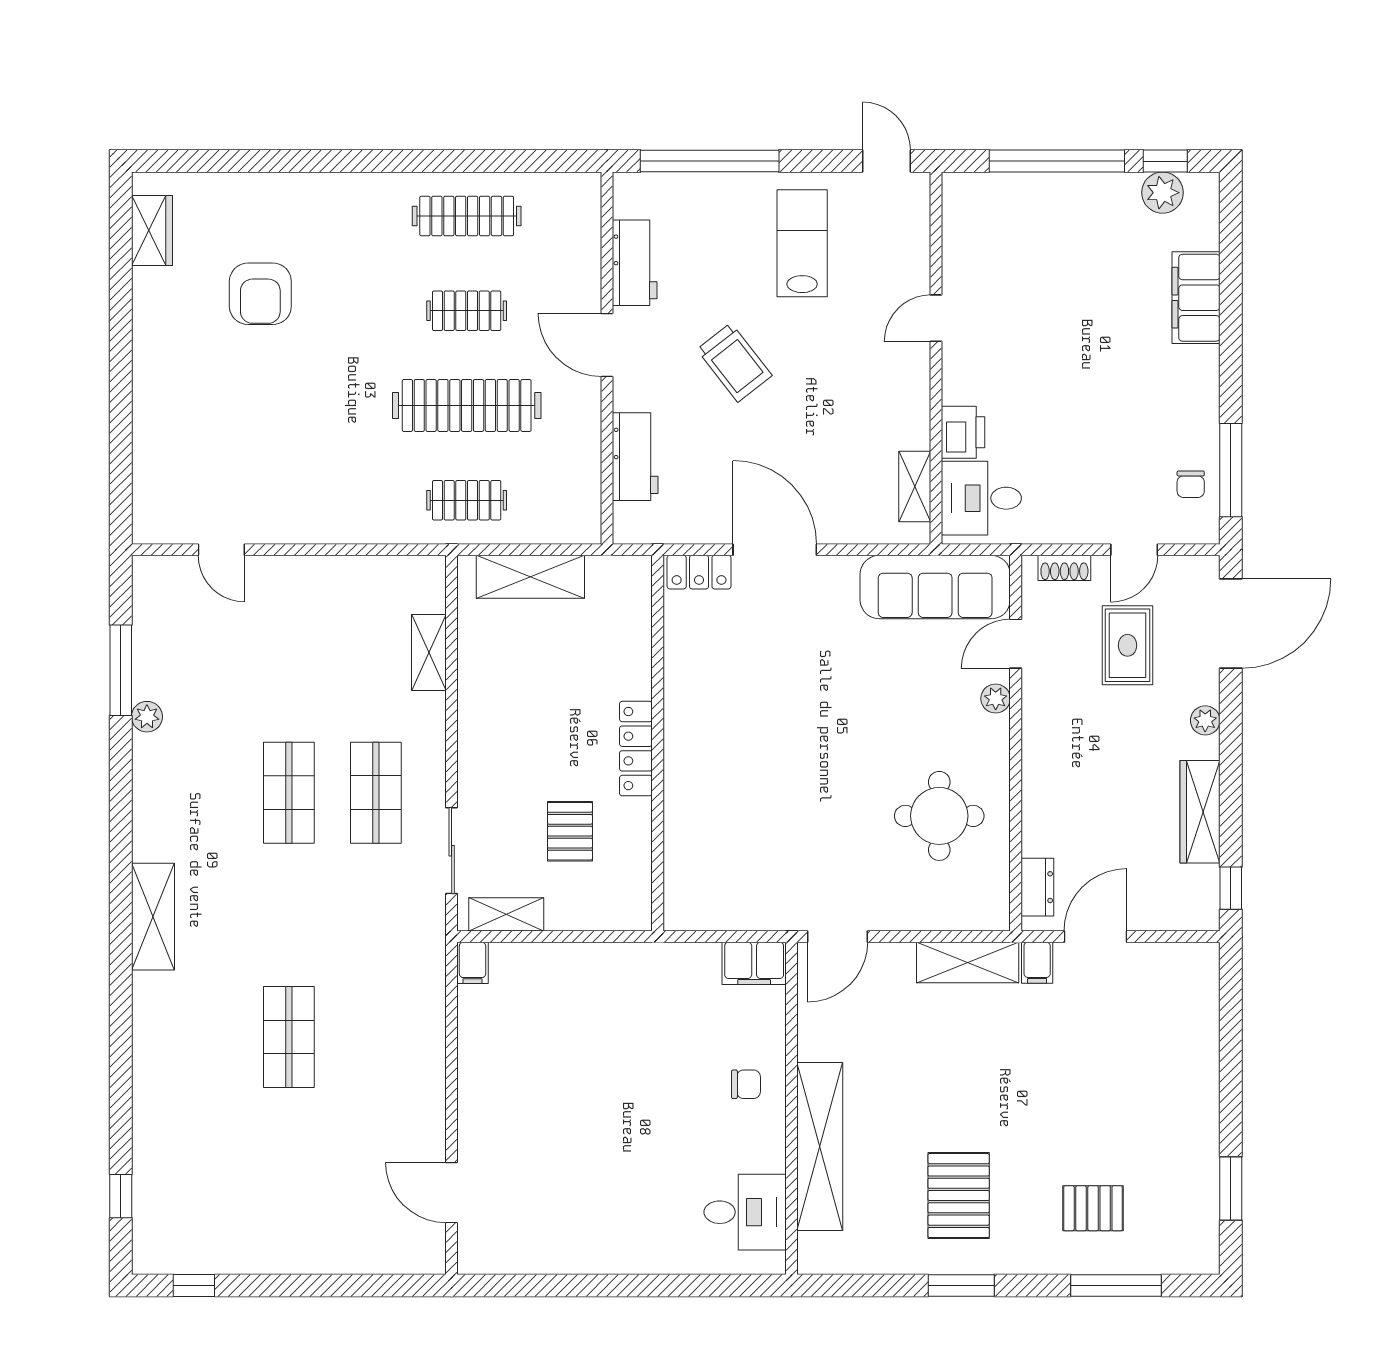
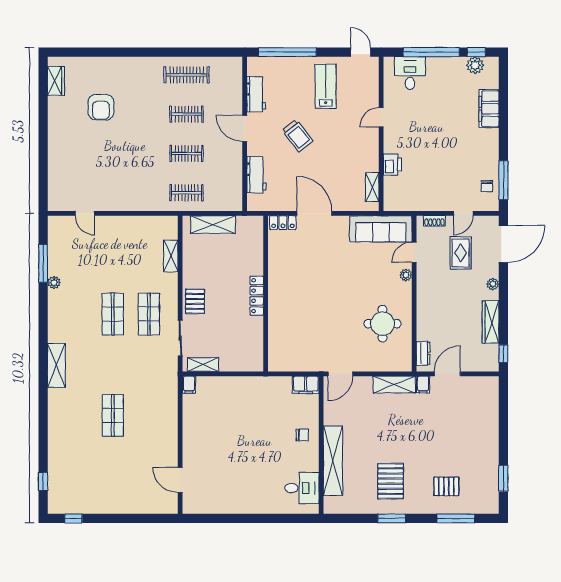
clothes rail: (467, 405) -> (187, 153), width x0.54, depth x0.76
desk: (981, 498) -> (410, 73), moved, turned 90
pallet: (570, 831) -> (195, 301), moved

